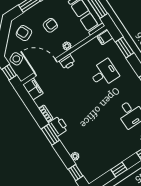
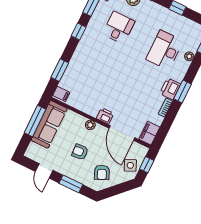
desk: (104, 73) -> (165, 50), moved, width x1.37

